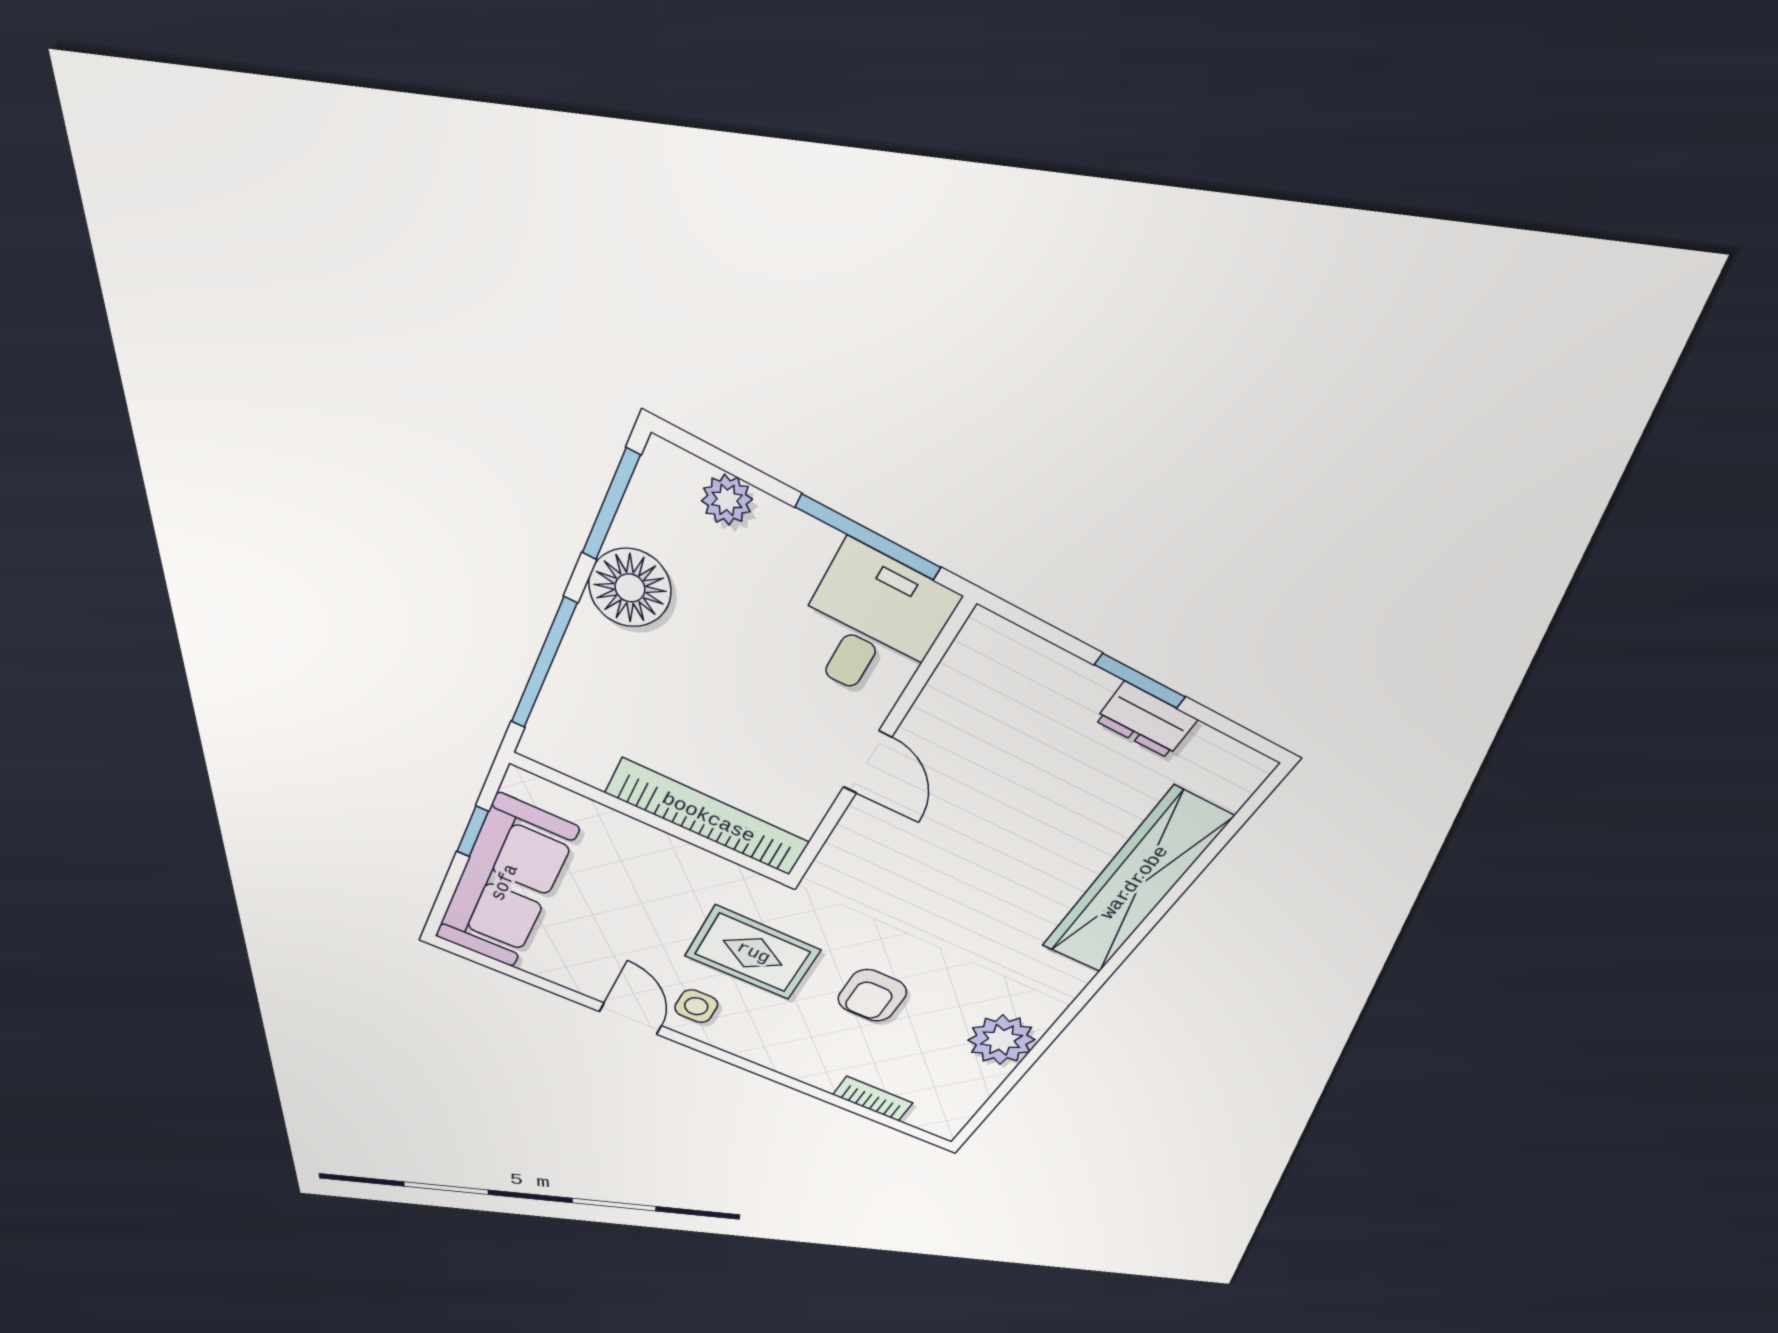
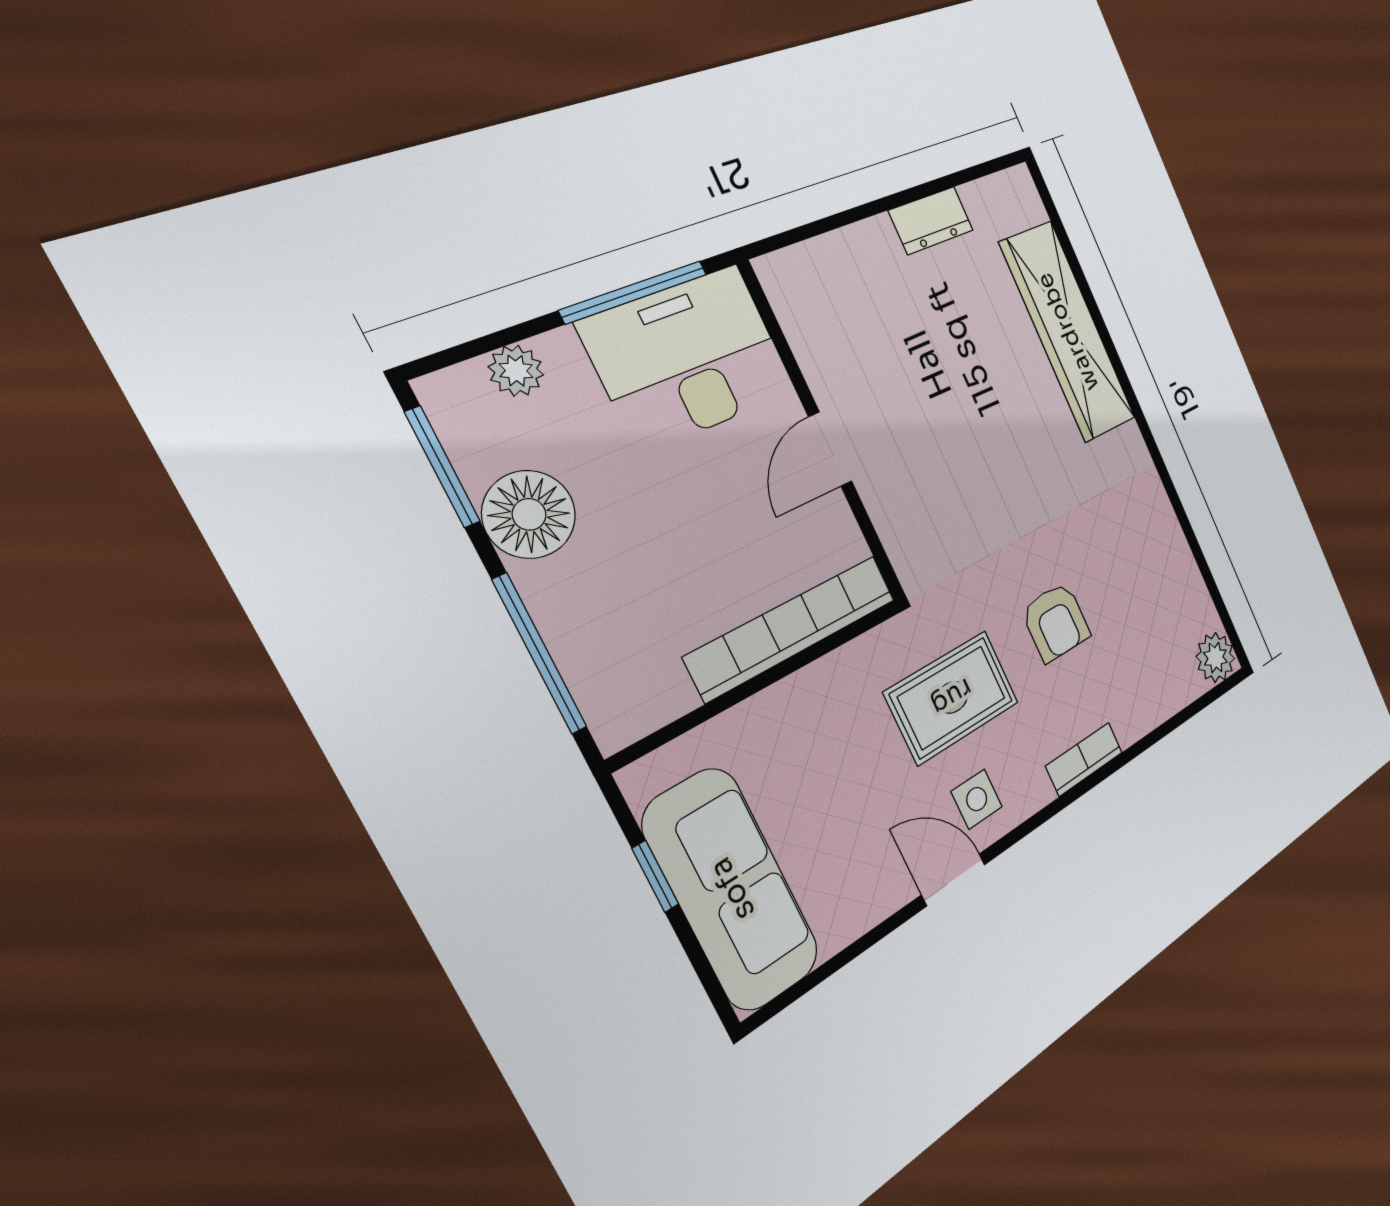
desk: (871, 625) -> (689, 358), width x1.37
window: (1140, 681) -> (895, 200), removed
door: (867, 762) -> (830, 449), swing flipped
plant: (1001, 1040) -> (1215, 657), moved, width x0.73, depth x0.73
bookcase: (873, 1099) -> (1084, 759), moved

